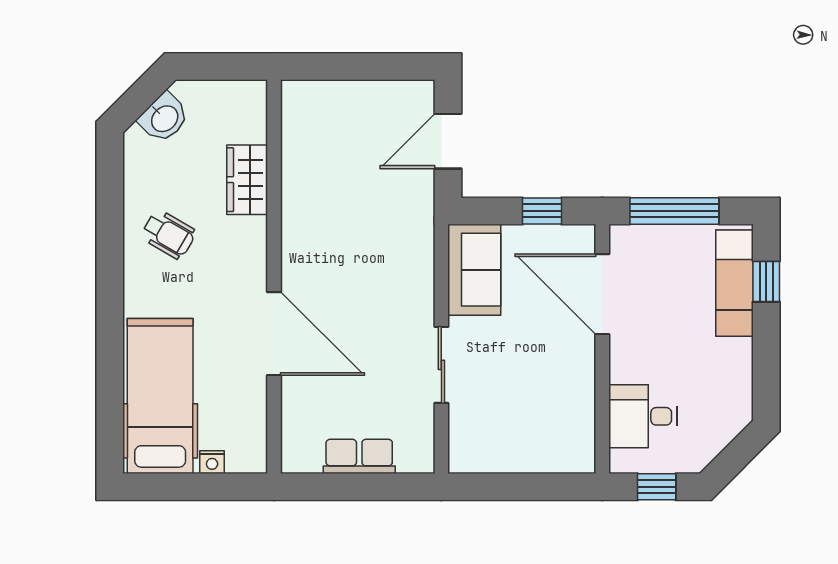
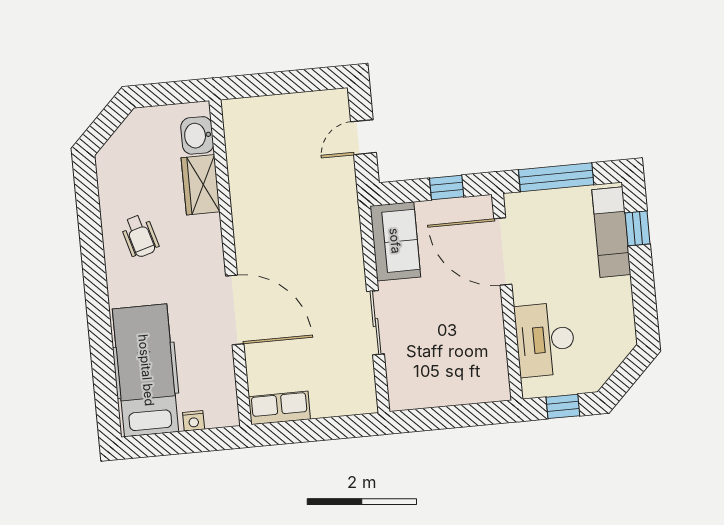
washbasin: (164, 118) -> (197, 135), moved, turned 135
door: (448, 141) -> (363, 137), width x0.73
wheelchair: (168, 234) -> (140, 236), turned 44
desk: (643, 416) -> (545, 340), width x1.37
row of seats: (359, 456) -> (279, 408), moved

